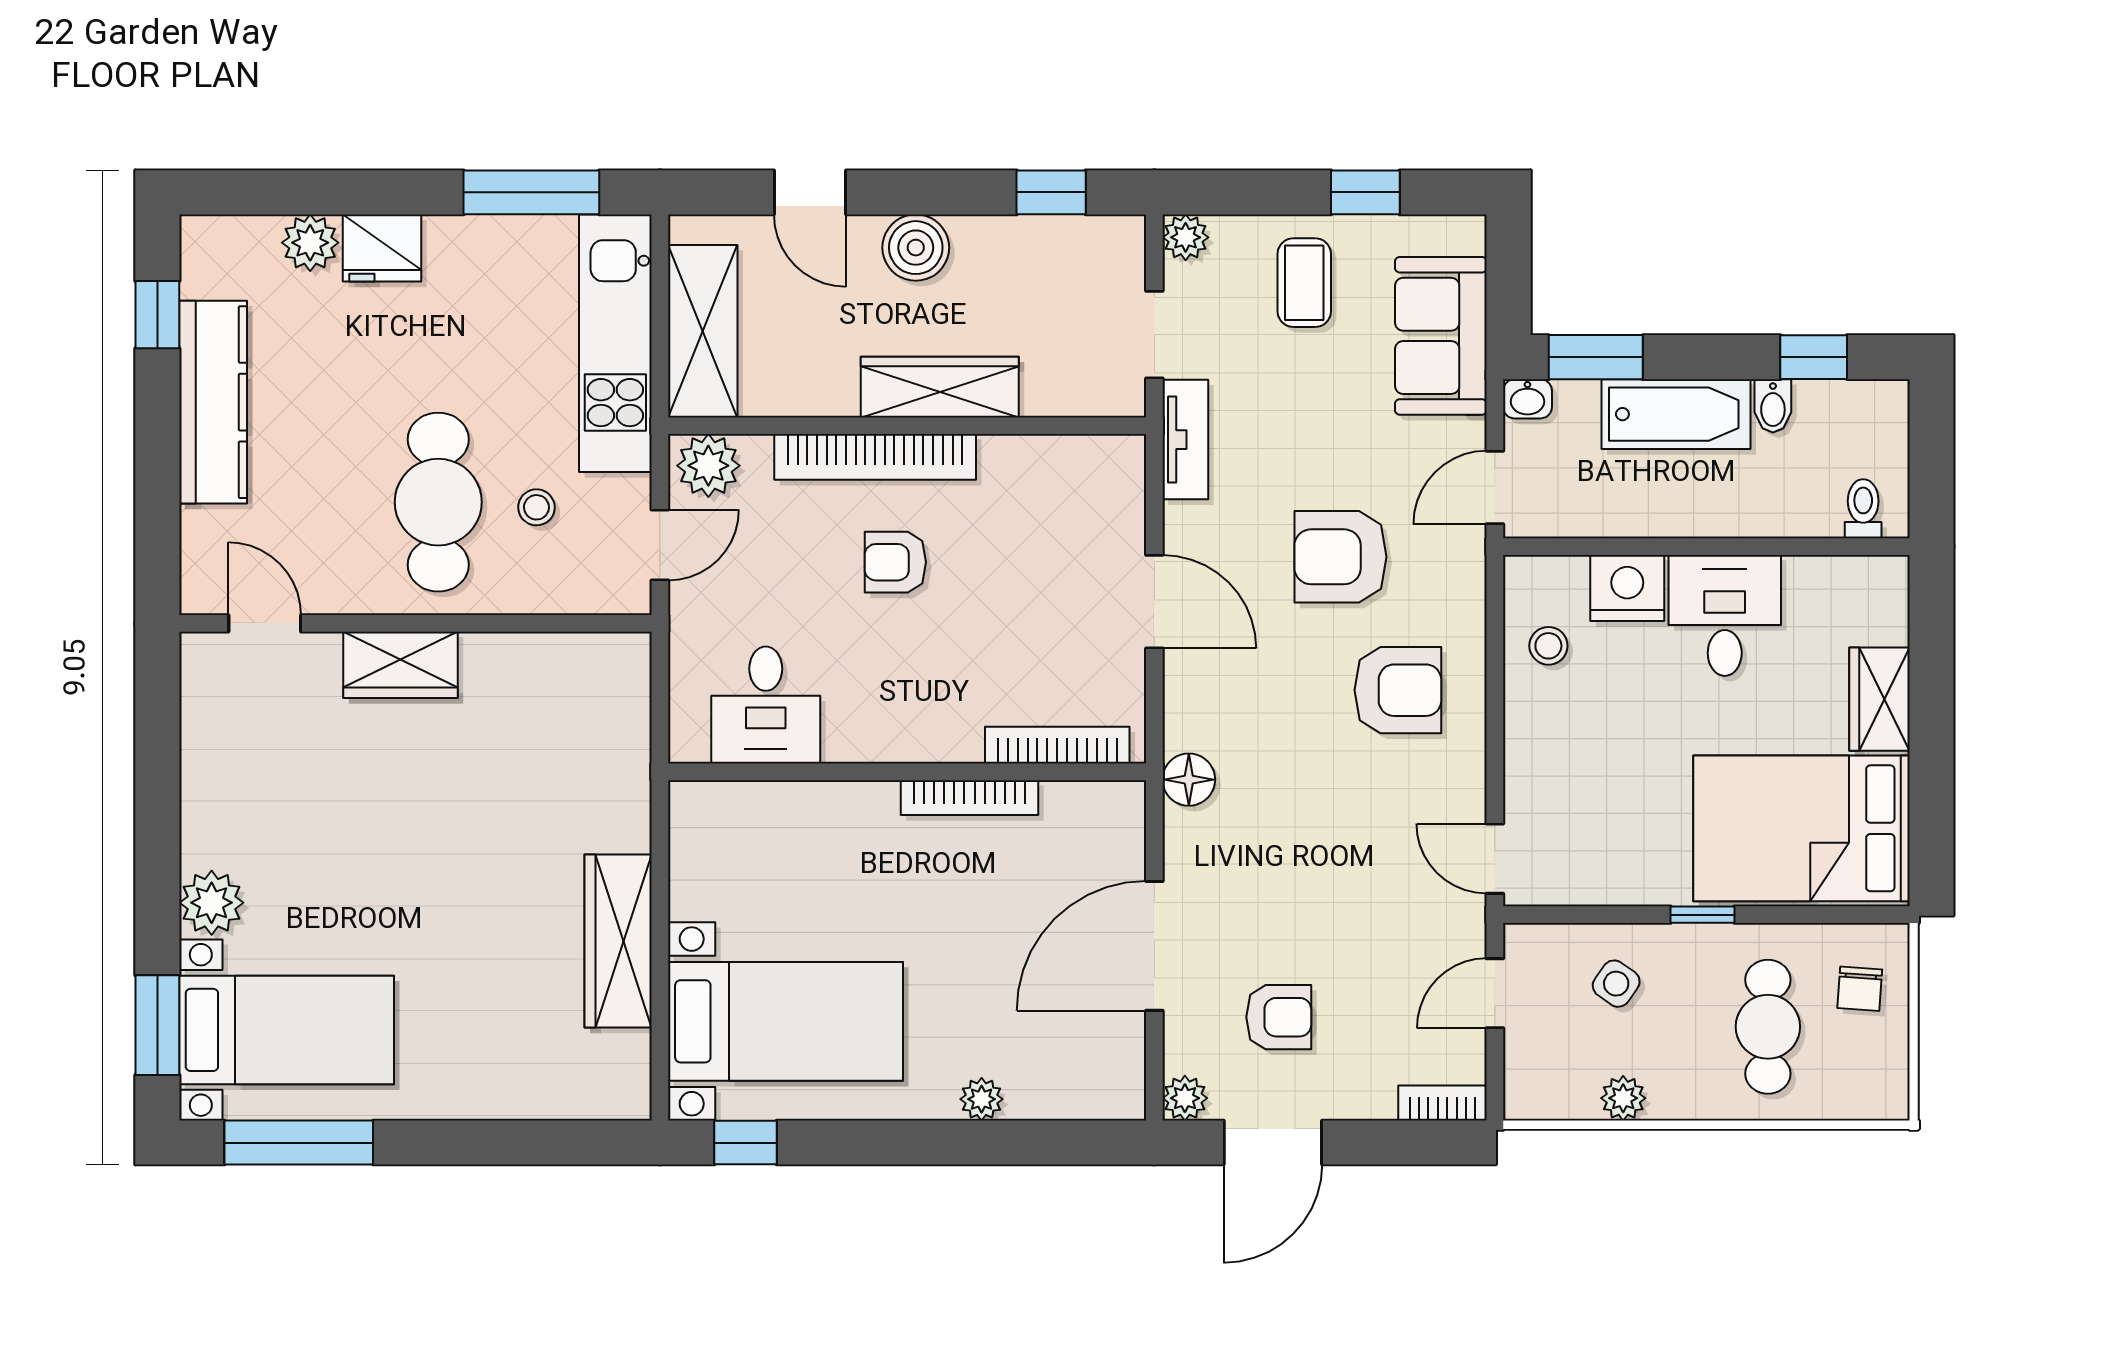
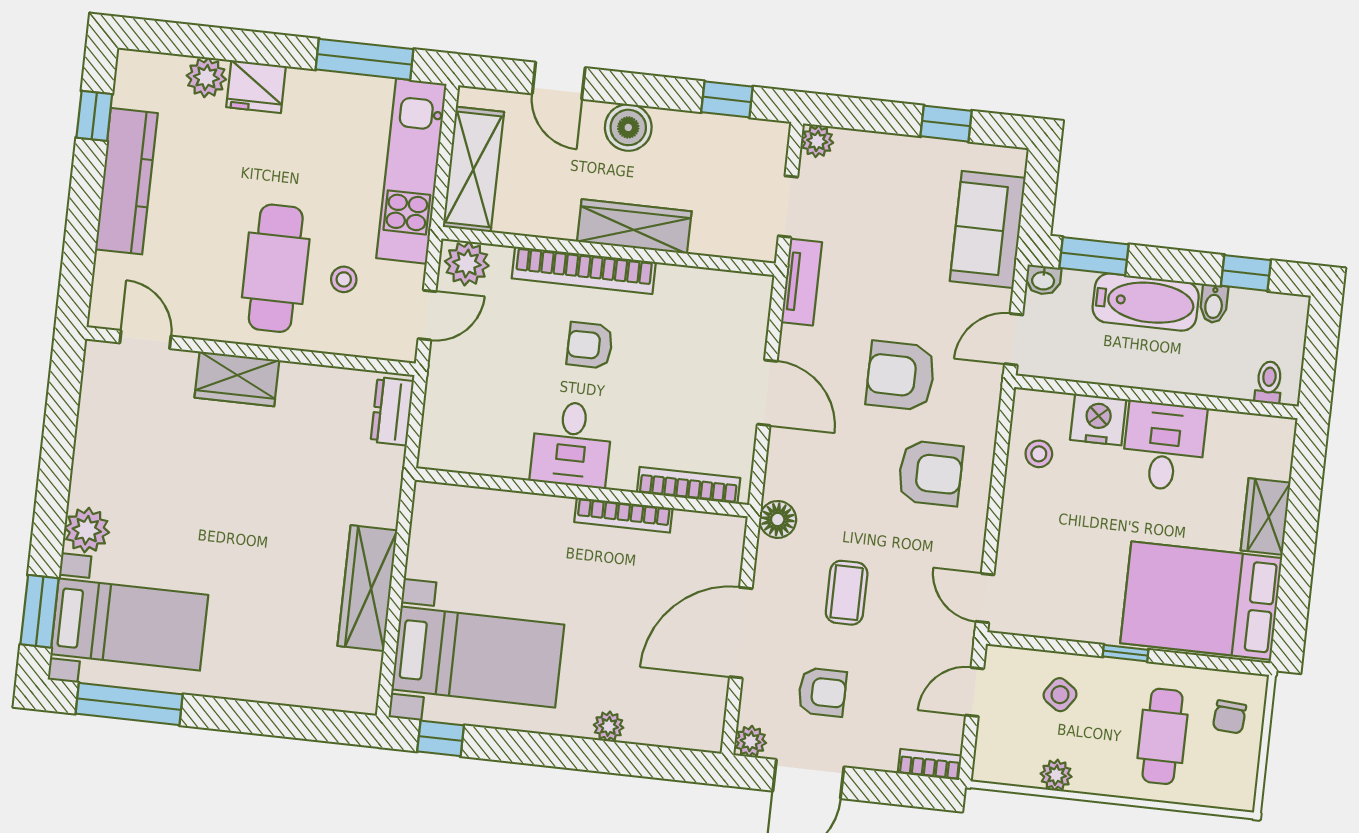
coffee table: (1304, 283) -> (847, 593), moved
dresser: (626, 687) -> (392, 411), added
desk: (766, 705) -> (571, 444), moved

